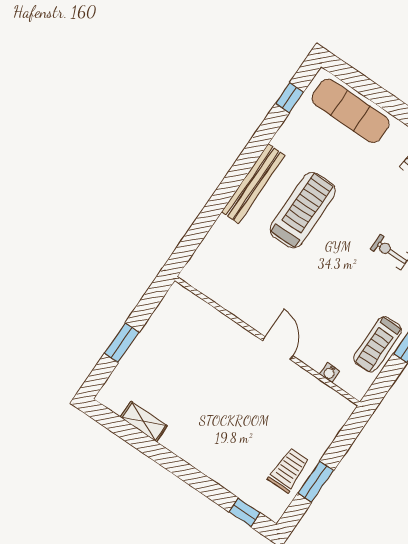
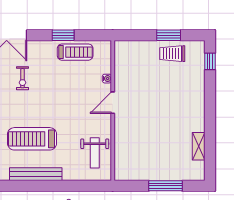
weight bench: (228, 280) -> (95, 153), added
window: (122, 343) -> (166, 186), width x1.44
water cooler: (330, 373) -> (107, 79), moved

